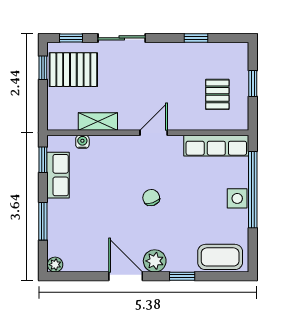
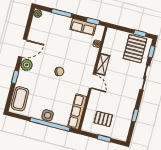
shelving: (98, 122) -> (103, 64), moved

